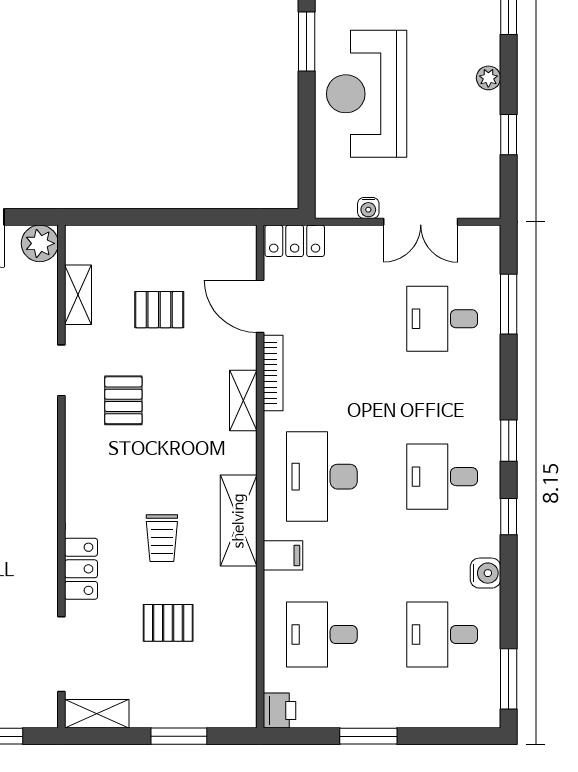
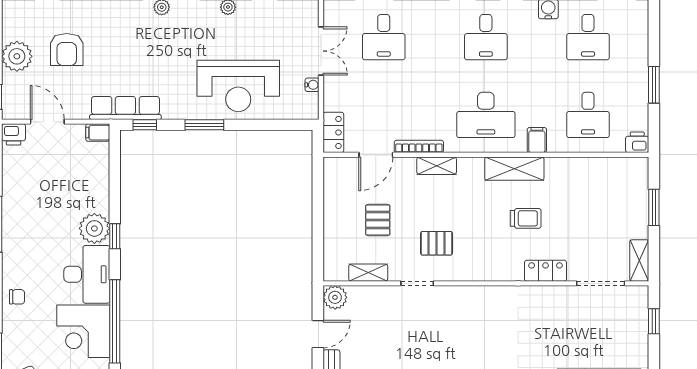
pallet: (168, 623) -> (580, 214), removed

